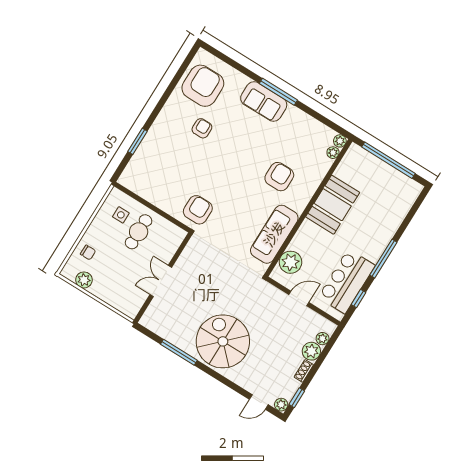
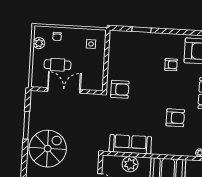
armchair: (279, 177) -> (175, 118), moved
cafe table: (139, 232) -> (58, 65), moved
plant: (290, 262) -> (130, 164), moved
double door: (161, 281) -> (64, 90), width x1.37

